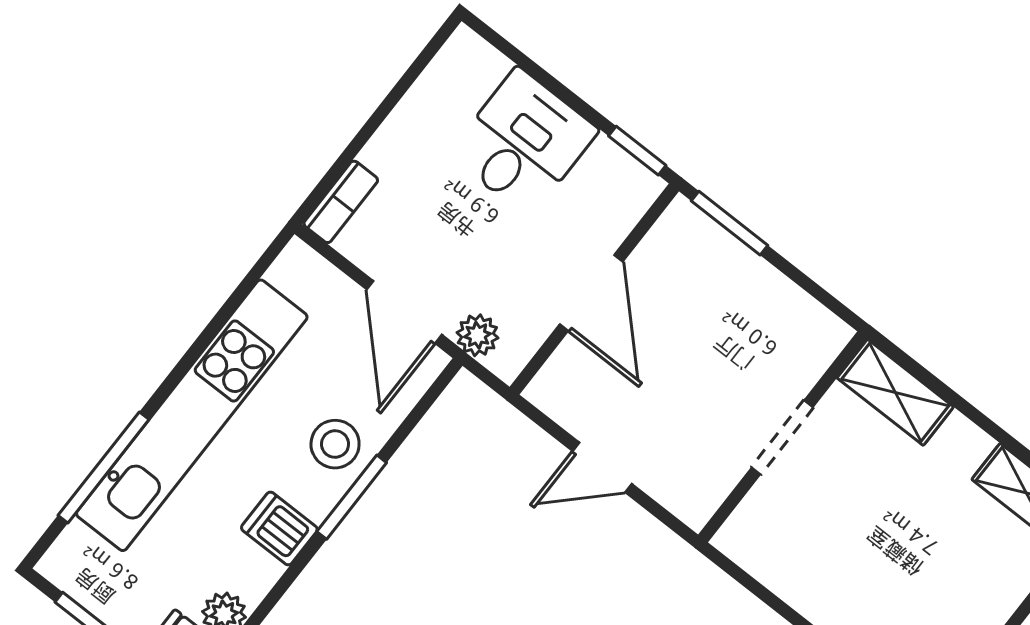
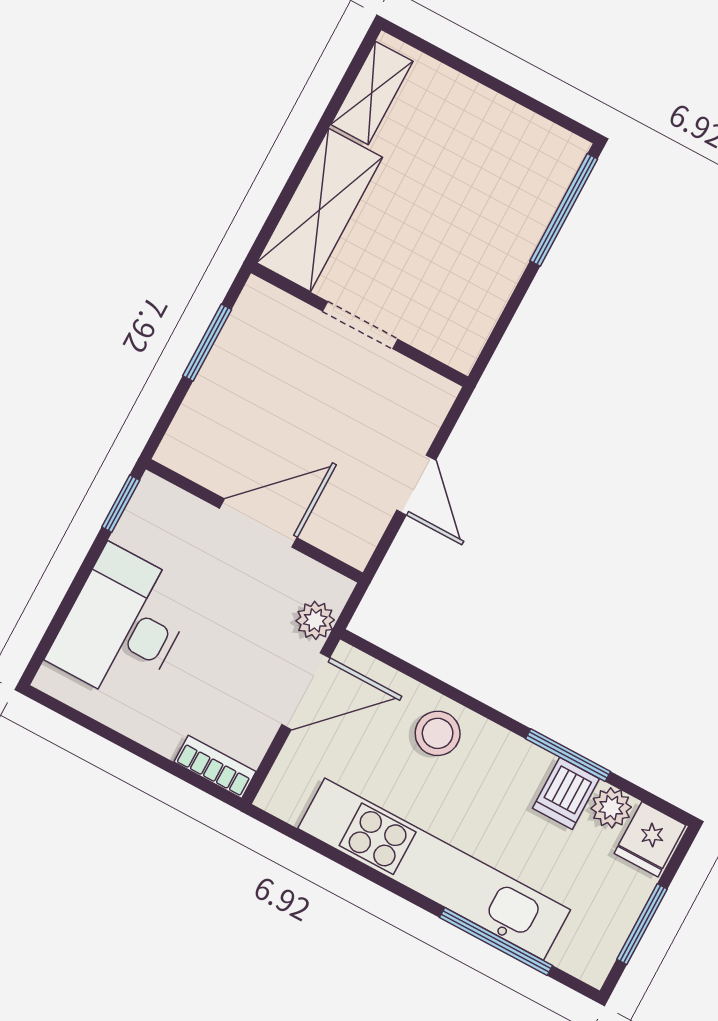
desk: (523, 142) -> (123, 625), width x1.37
window: (730, 223) -> (207, 343), moved
shelving: (895, 392) -> (320, 210), width x1.50, depth x1.33
window: (352, 497) -> (568, 755), moved
dishwasher: (279, 529) -> (566, 793), moved

